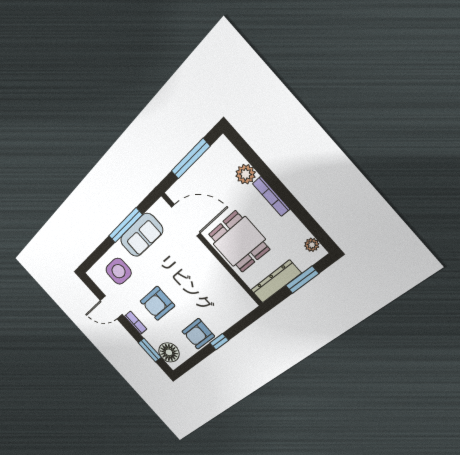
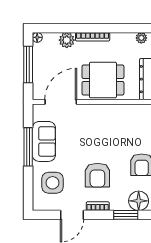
floor lamp: (223, 143) -> (37, 37), added

